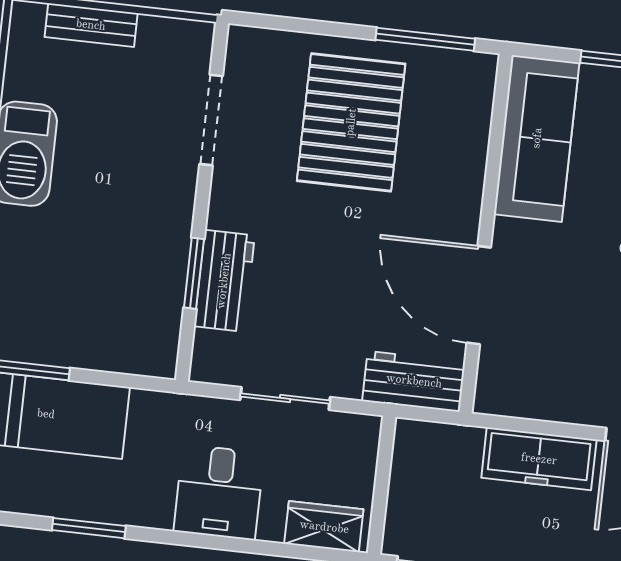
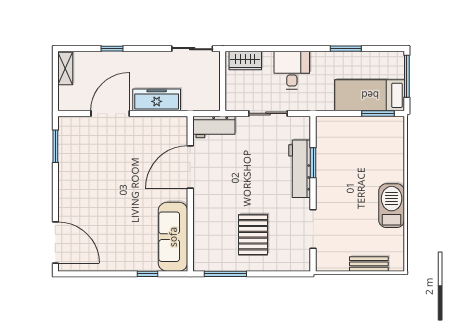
pallet: (351, 122) -> (253, 235), width x0.73, depth x0.71
workbench: (224, 281) -> (300, 169), width x1.38
door: (479, 295) -> (190, 167), swing flipped

